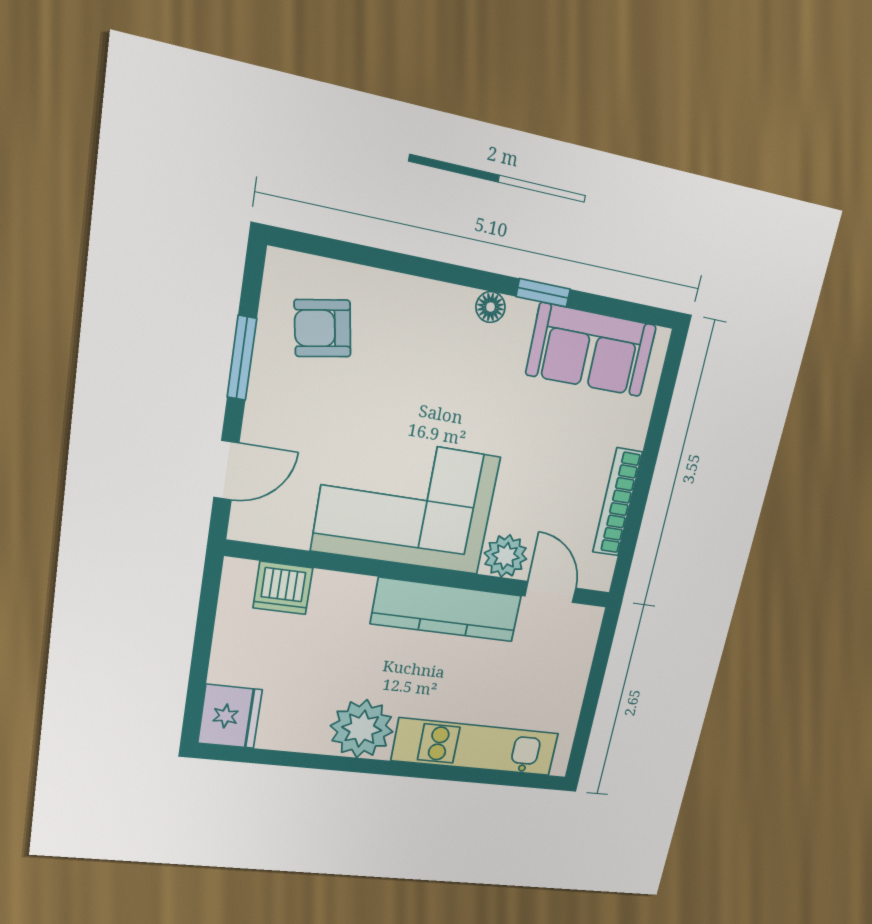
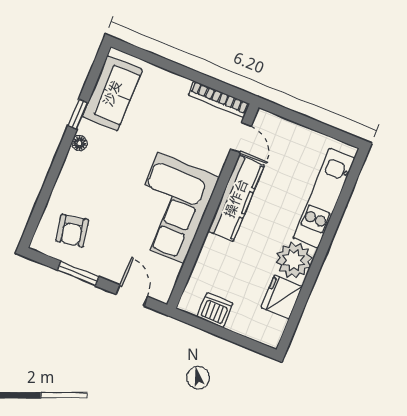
bookcase: (617, 502) -> (219, 99), moved
plant: (506, 556) -> (214, 159), removed
dishwasher: (283, 588) -> (215, 310), moved, turned -90
door: (550, 592) -> (241, 138), swing flipped
fridge: (230, 716) -> (282, 297), moved, turned -90

